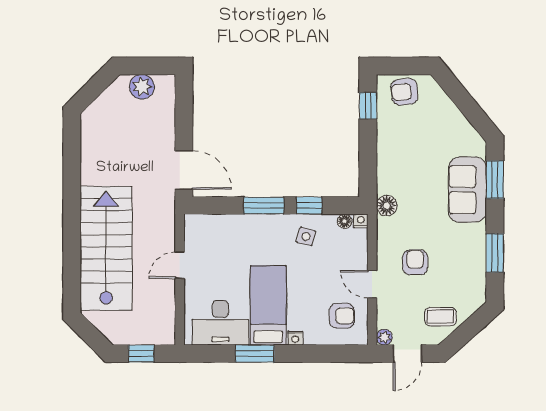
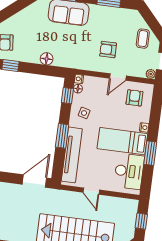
window: (309, 206) -> (67, 96), moved
floor lamp: (387, 206) -> (47, 59), moved
tv unit: (235, 226) -> (72, 155), added

